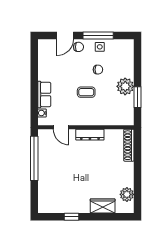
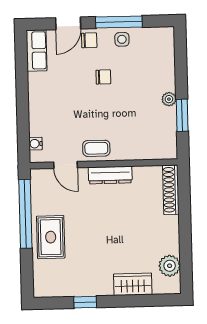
chair: (98, 70) -> (103, 77), moved
plant: (125, 86) -> (169, 99), width x0.53, depth x0.53
coffee table: (86, 92) -> (96, 148), moved
row of seats: (44, 94) -> (37, 50), moved
rug: (50, 174) -> (51, 237), added

